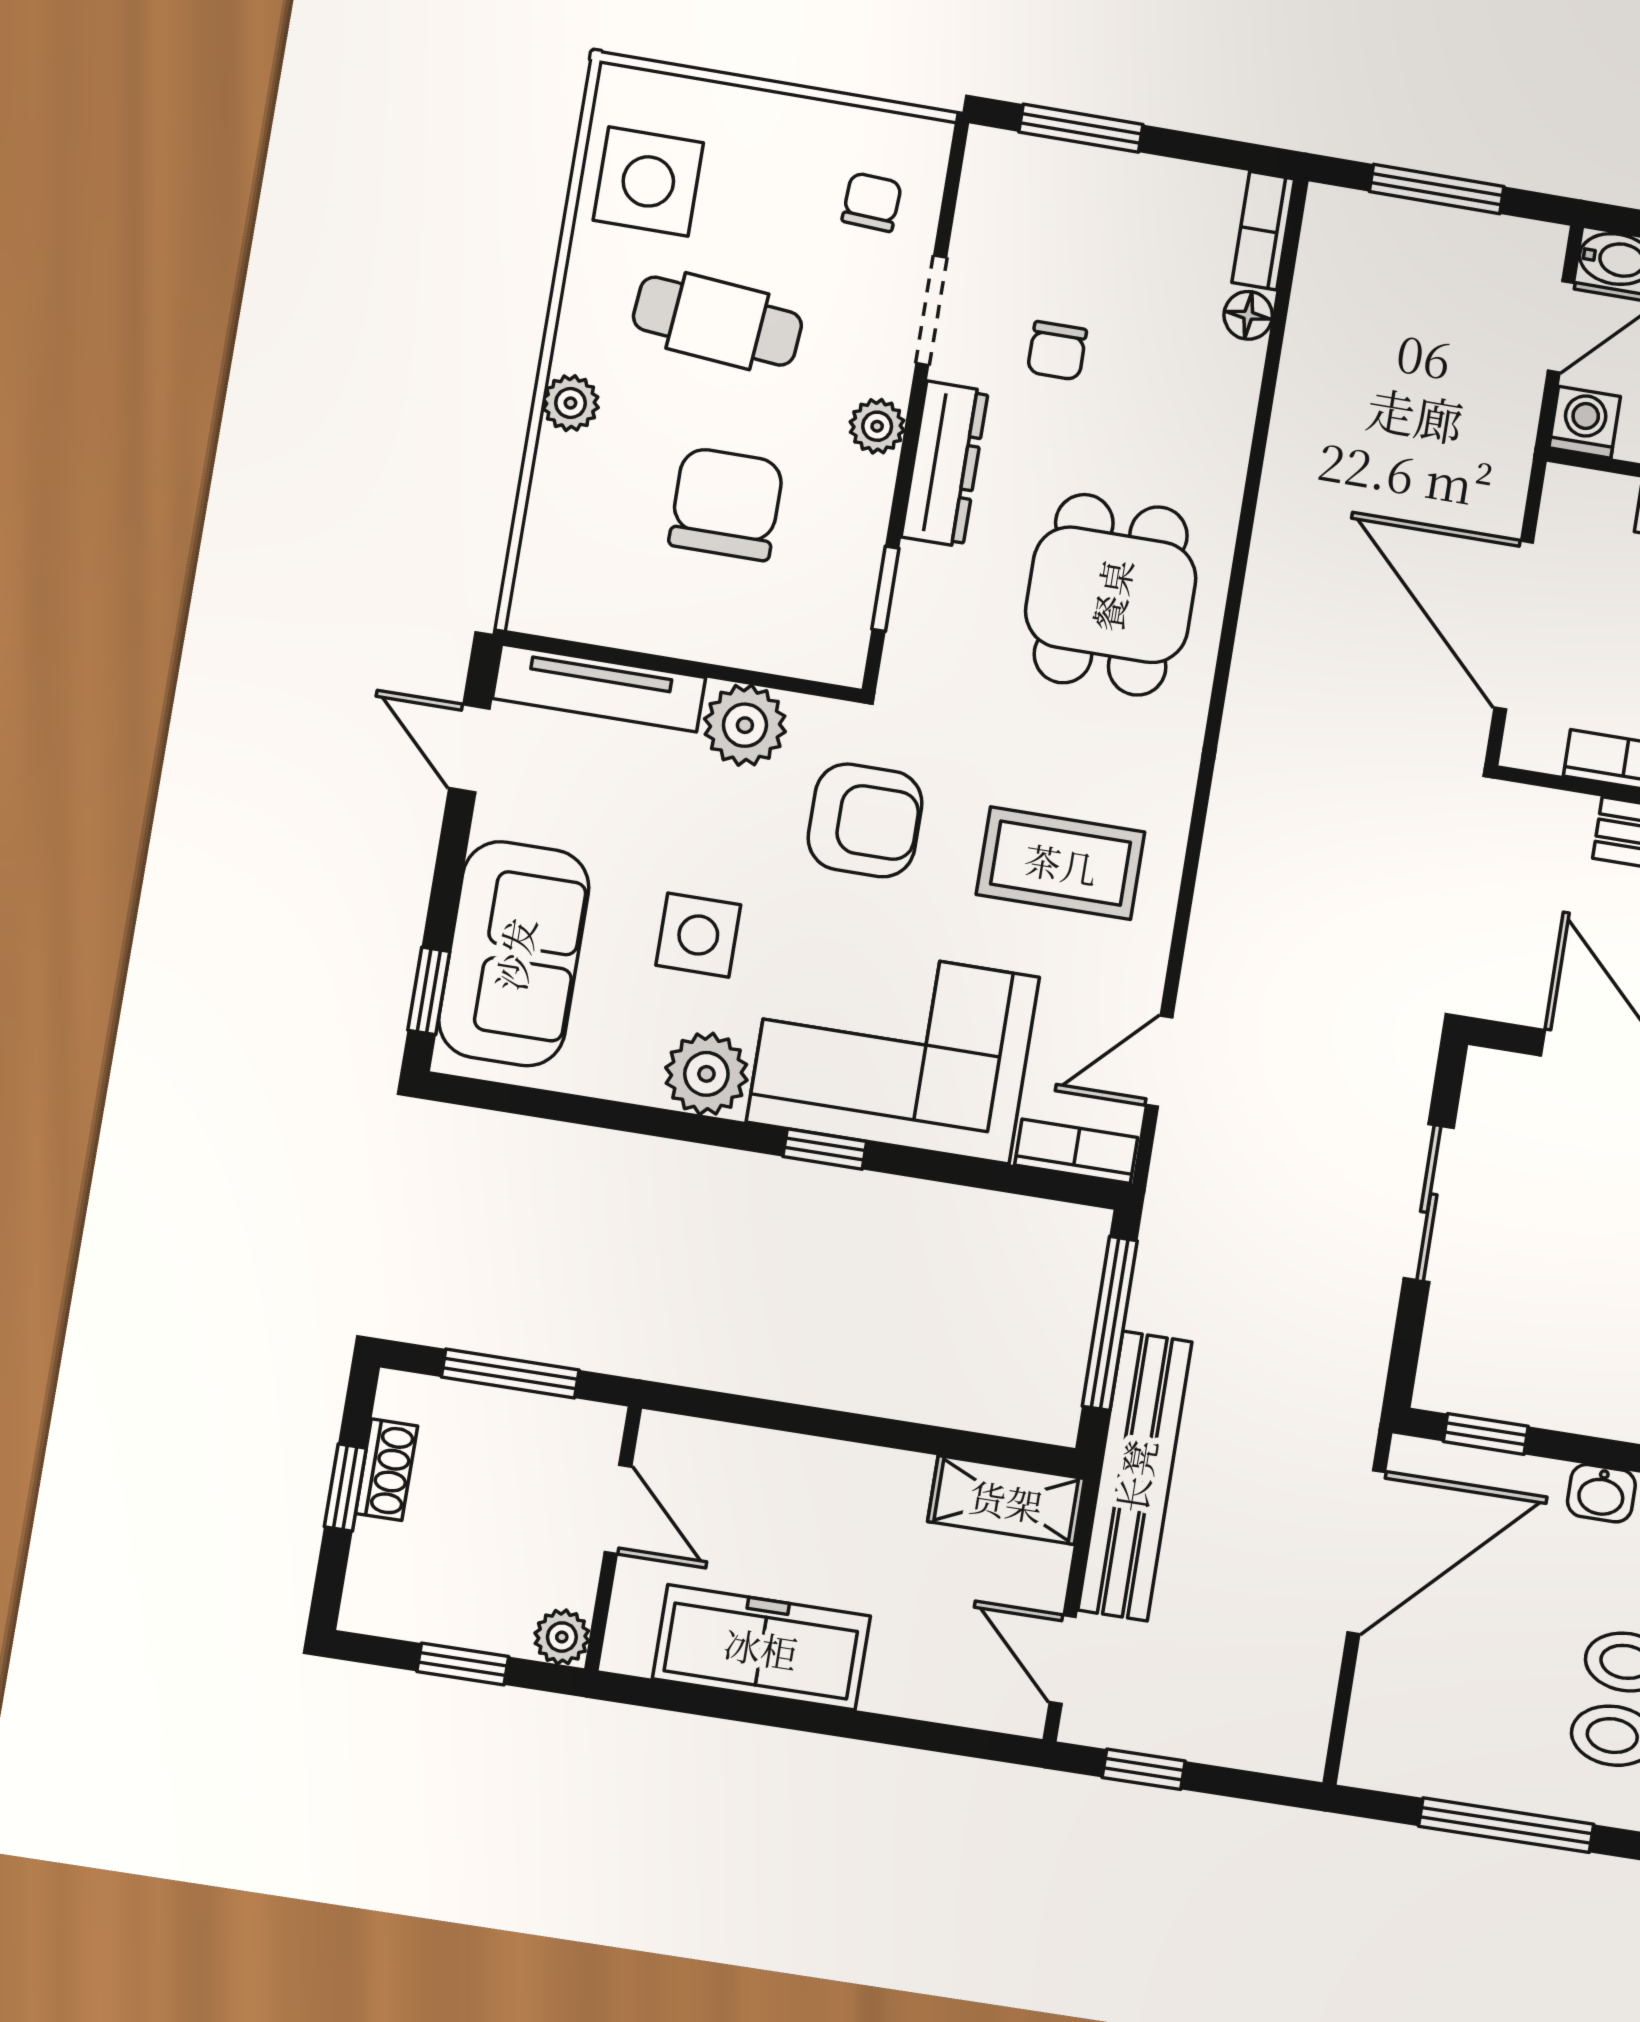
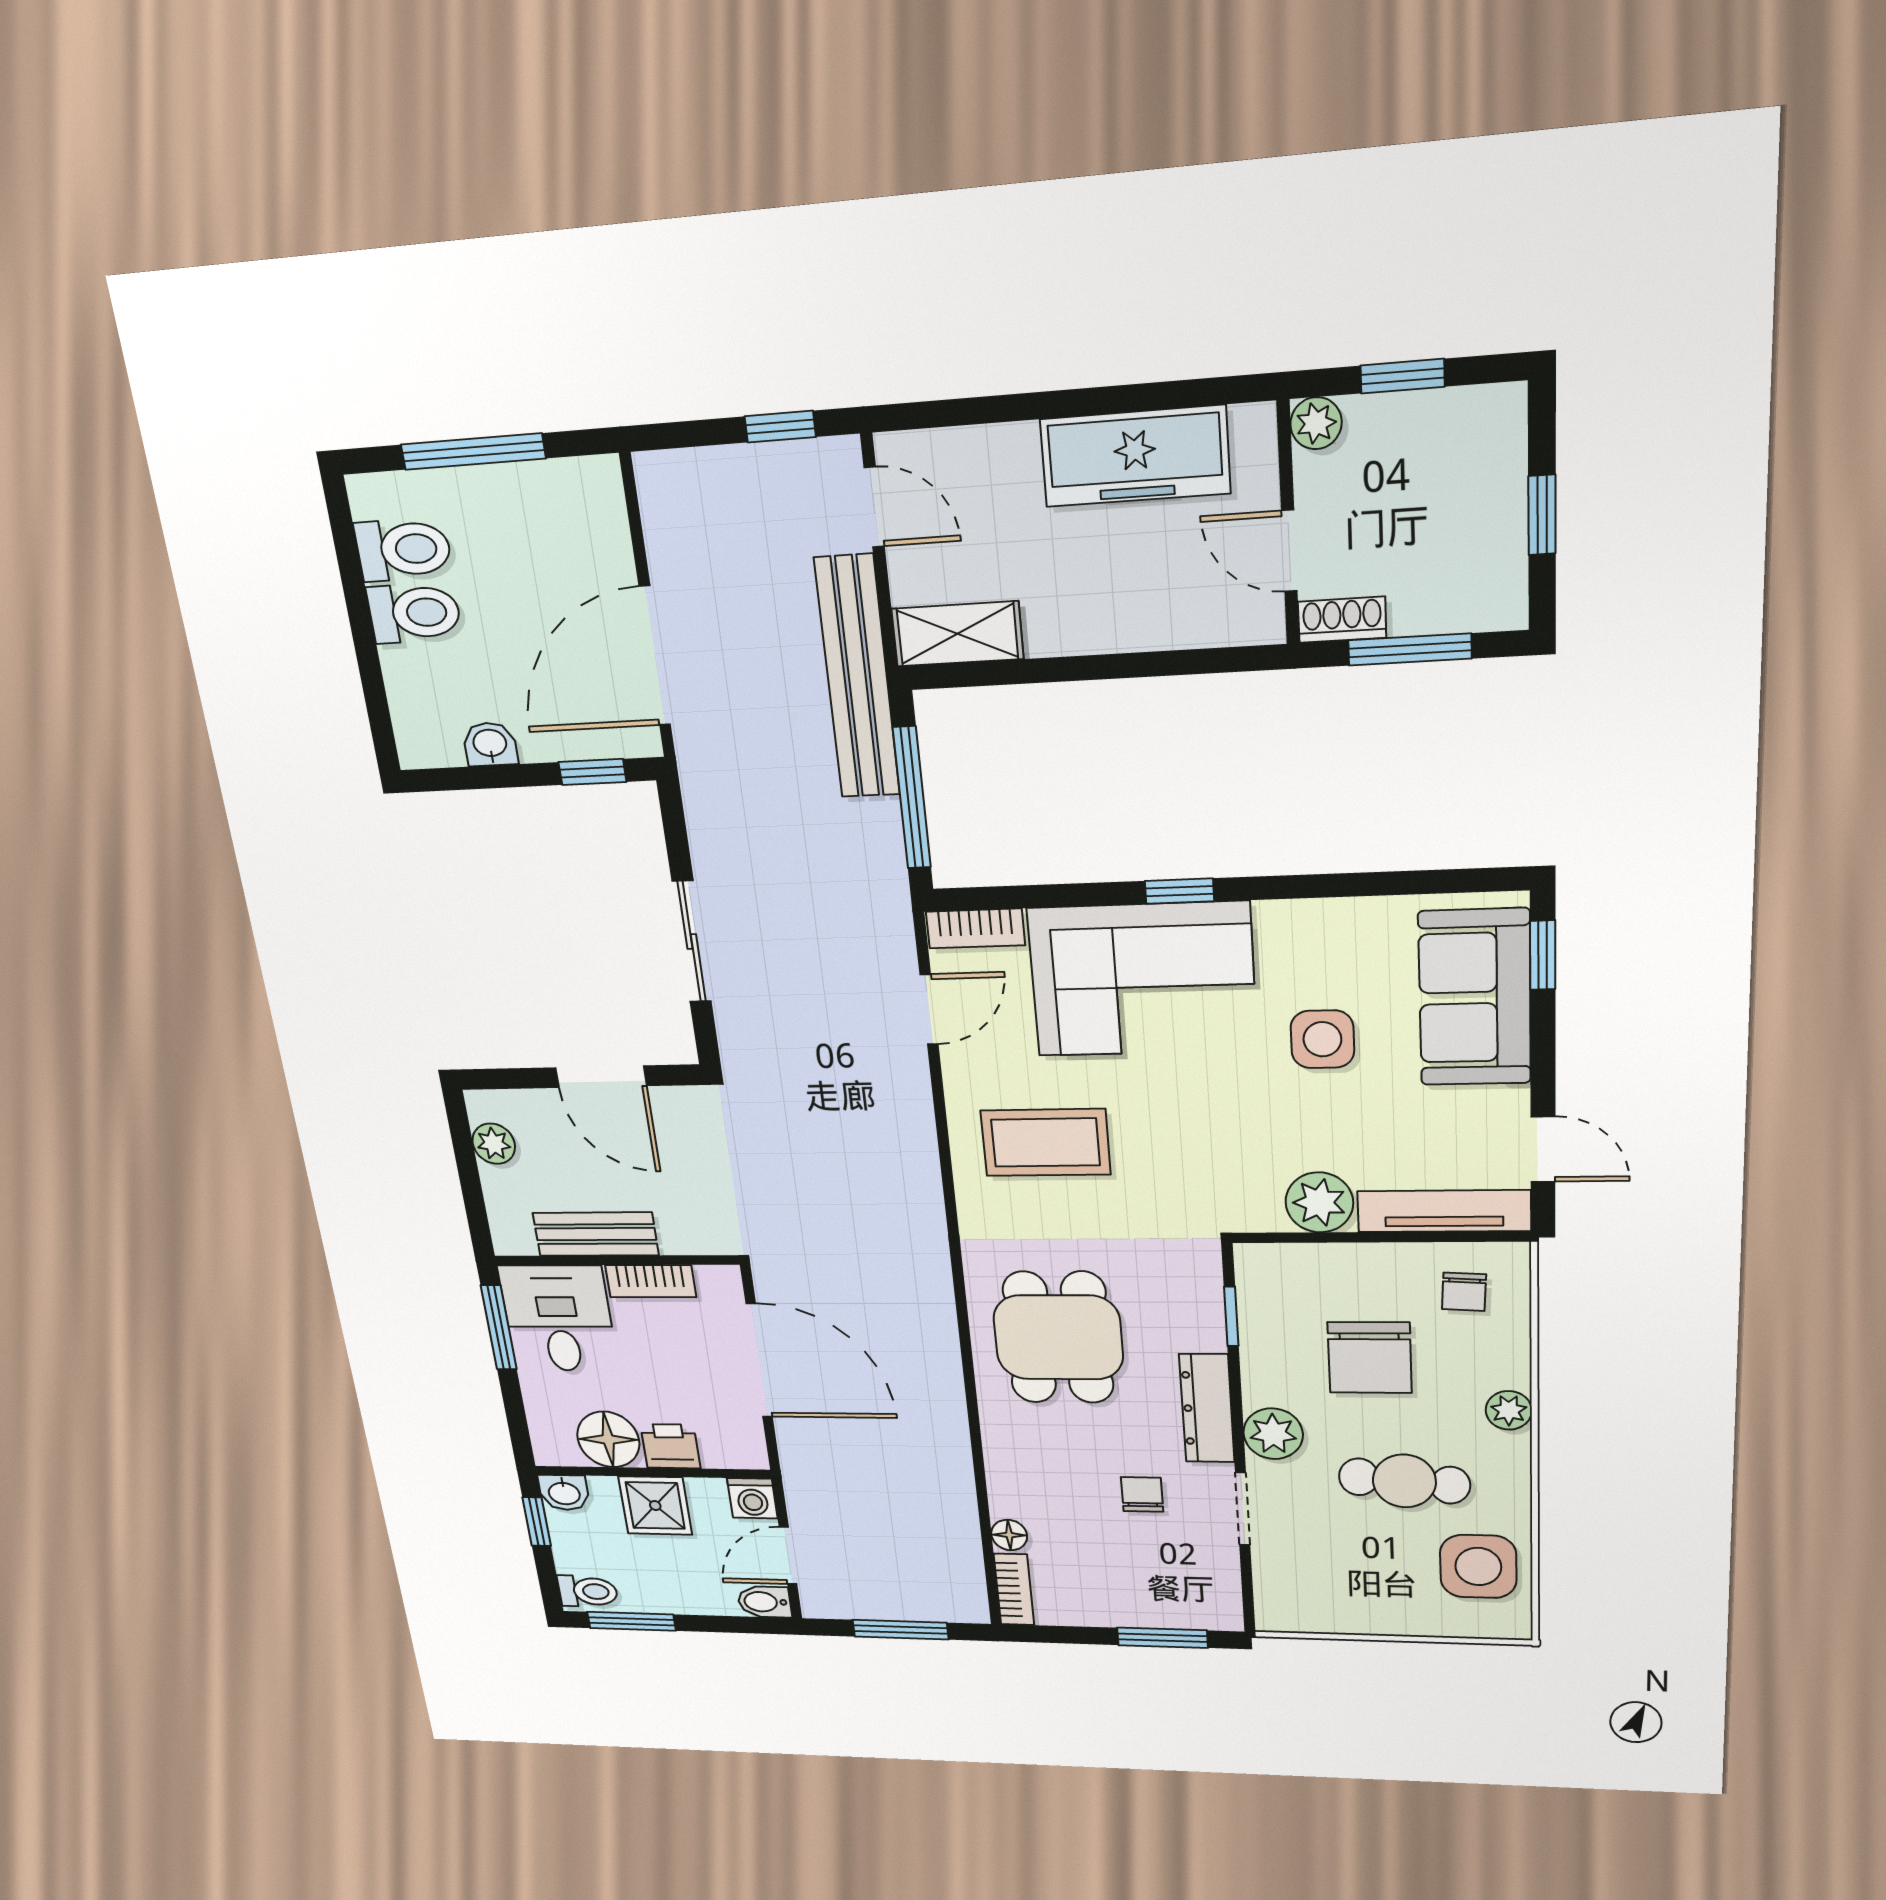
chair: (872, 202) -> (1464, 1292), moved
plant: (877, 426) -> (1273, 1434), width x1.38, depth x1.38
armchair: (865, 820) -> (1207, 1148), removed
plant: (706, 1074) -> (1292, 932), removed
shoe rack: (387, 1470) -> (1342, 620), moved, turned 90

